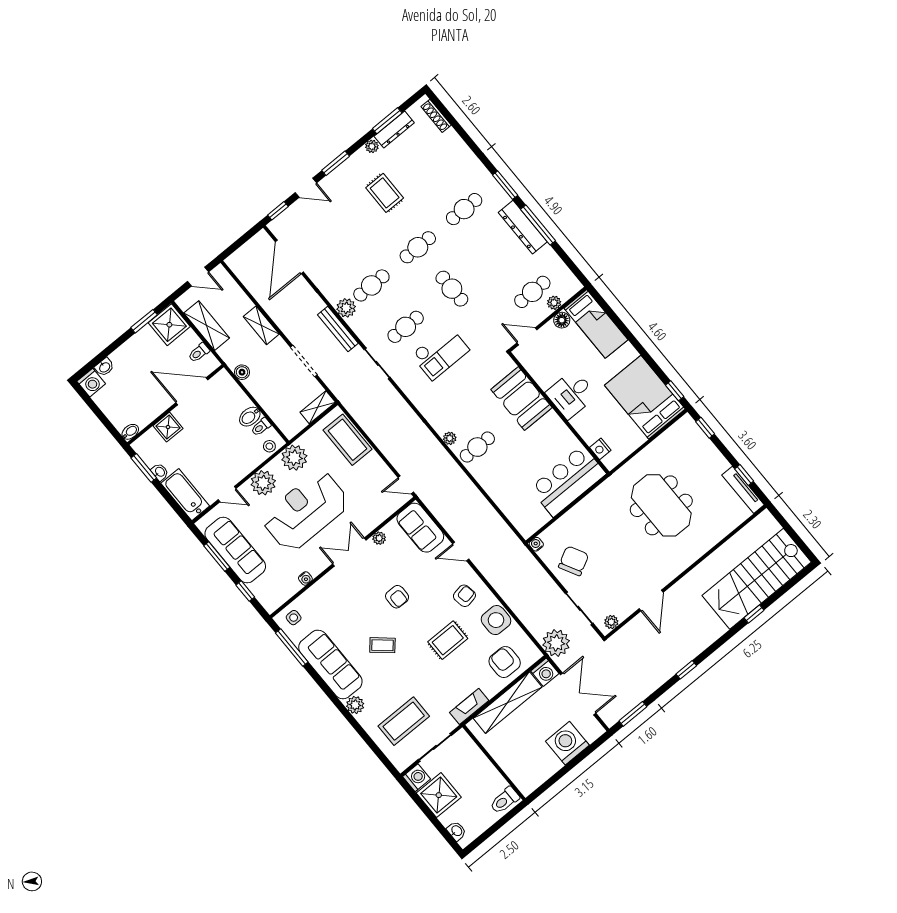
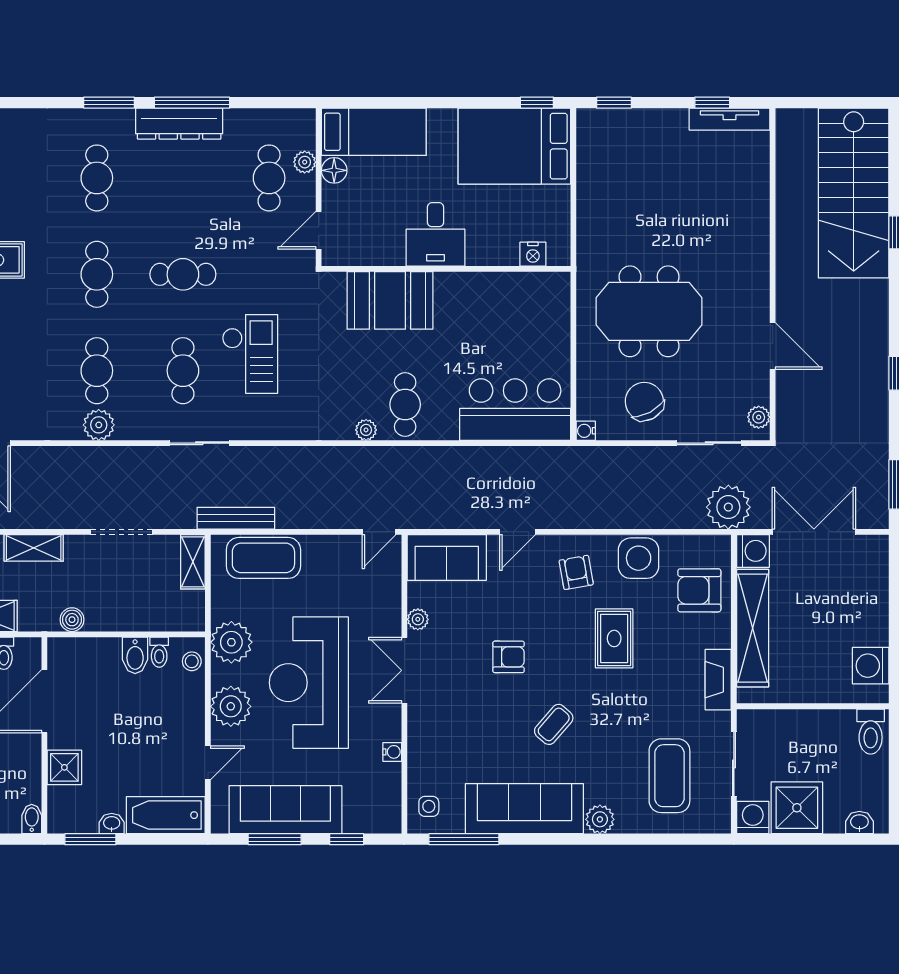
bench: (338, 329) -> (236, 518), moved
bar counter: (568, 481) -> (515, 410), moved, turned 90
meeting table: (661, 505) -> (649, 311), moved
washing machine: (567, 743) -> (871, 666), moved, width x0.73, depth x0.73

